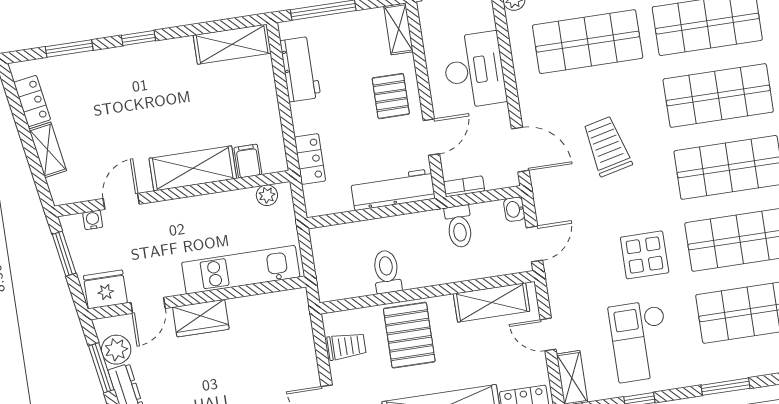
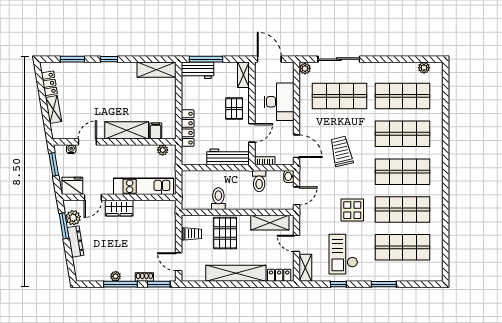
workbench: (300, 69) -> (198, 70), moved, turned 90
locker: (310, 159) -> (188, 128), width x1.53

